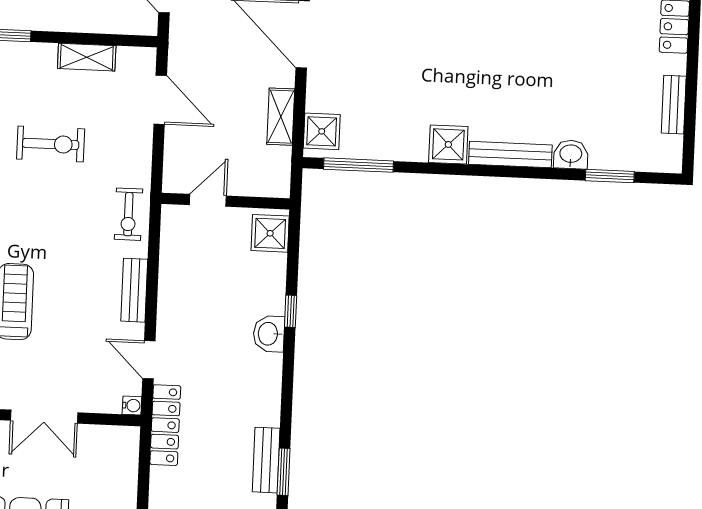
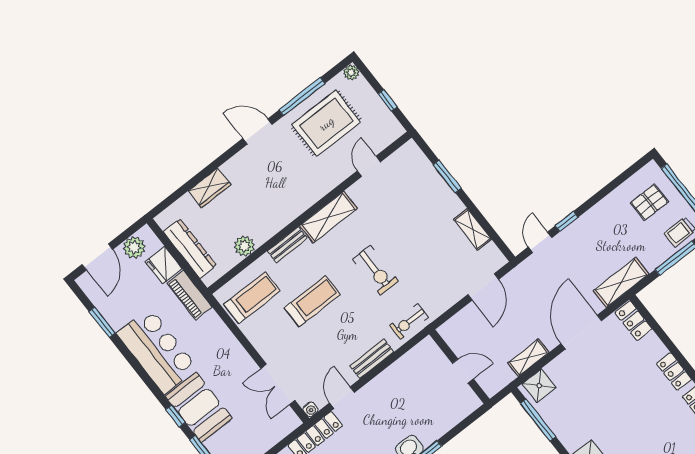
exercise bike: (51, 144) -> (375, 270), moved
door: (208, 200) -> (463, 371), moved
shower: (270, 233) -> (463, 404), removed
double door: (44, 417) -> (278, 384), moved

